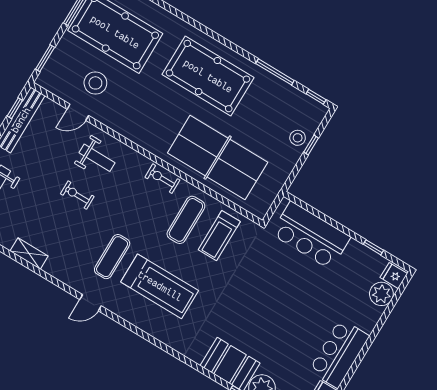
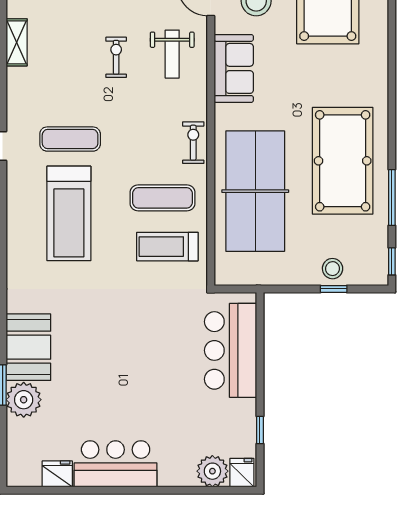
pool table: (208, 76) -> (343, 161), moved
sofa: (130, 124) -> (234, 68), added

